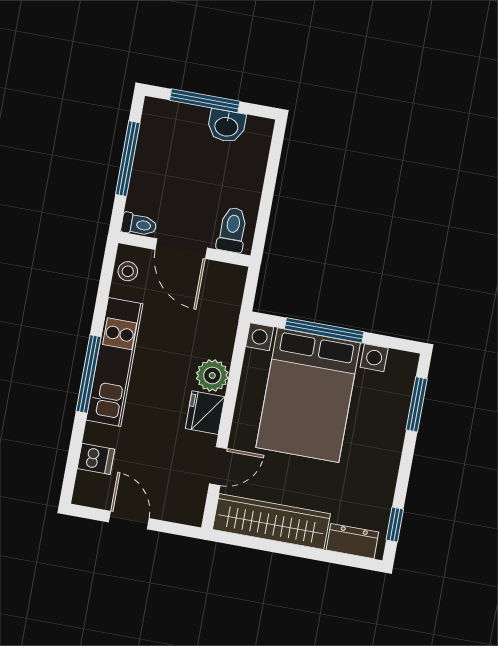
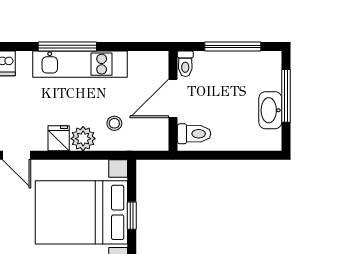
washbasin: (226, 126) -> (270, 110), width x1.38
stool: (128, 271) -> (114, 123), moved
window: (324, 330) -> (132, 216), width x0.46
fridge: (205, 413) -> (59, 138), width x0.72

